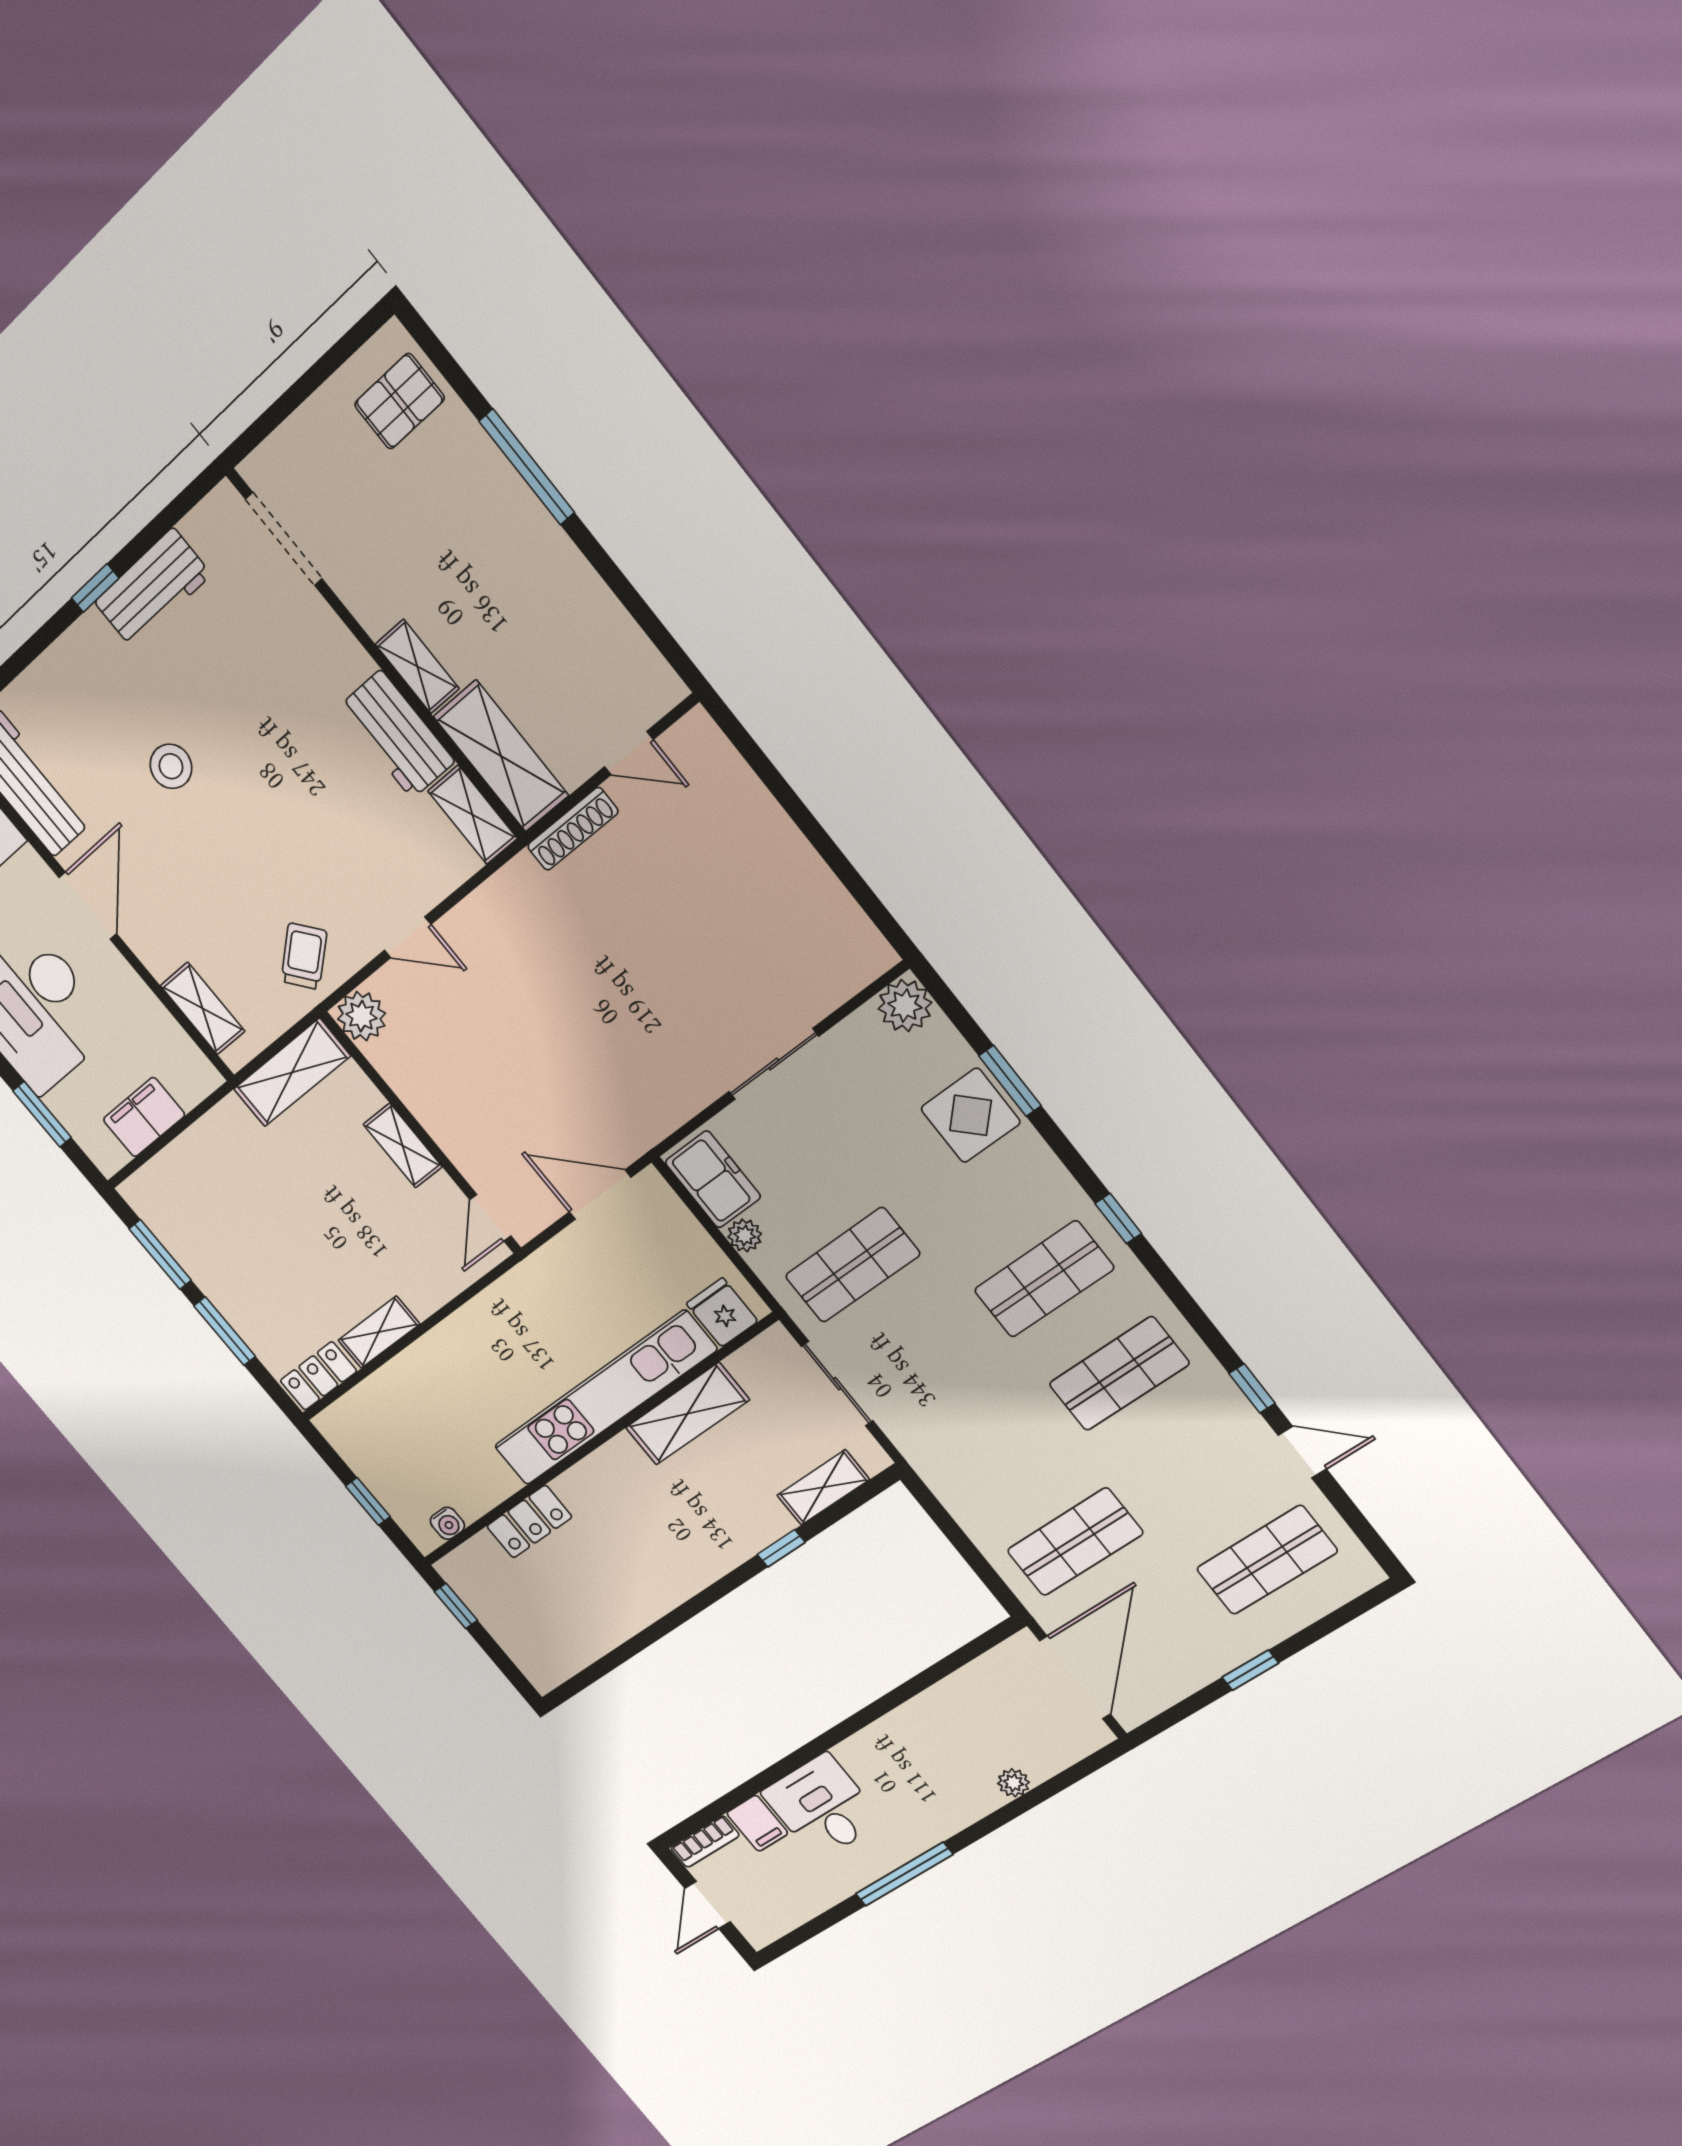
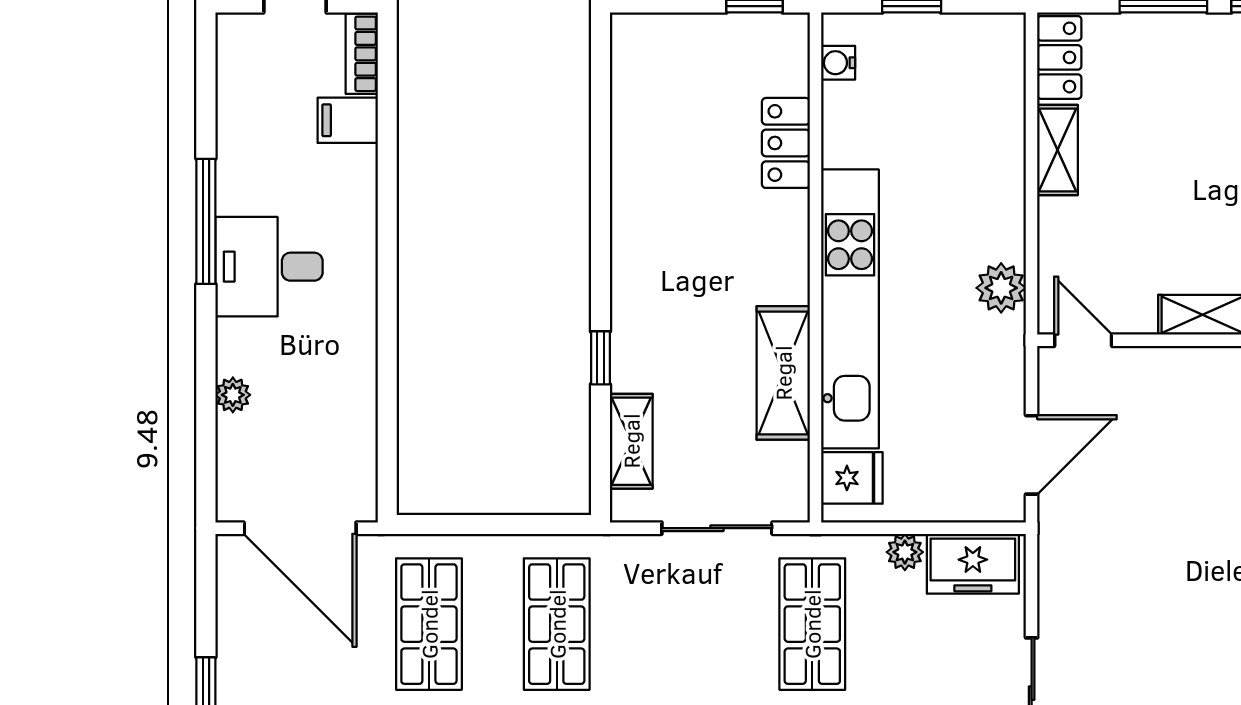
plant: (503, 1303) -> (1001, 288), added
shop shelf: (1002, 1451) -> (557, 624), added
desk: (822, 1807) -> (269, 267), moved, turned 180

